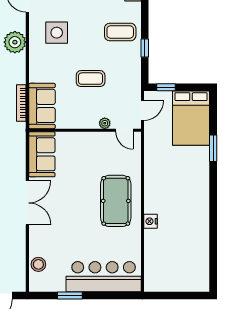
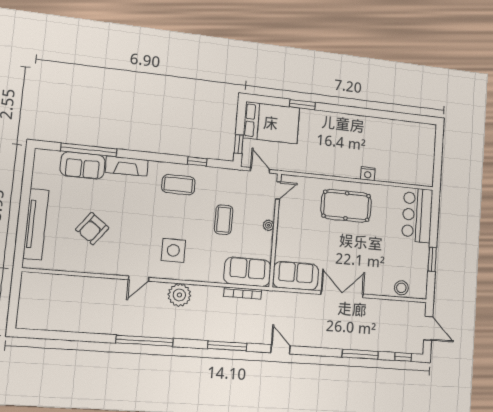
coffee table: (120, 32) -> (178, 185), turned 90
plant: (105, 123) -> (268, 225), moved
bar counter: (104, 277) -> (417, 215), width x0.73

